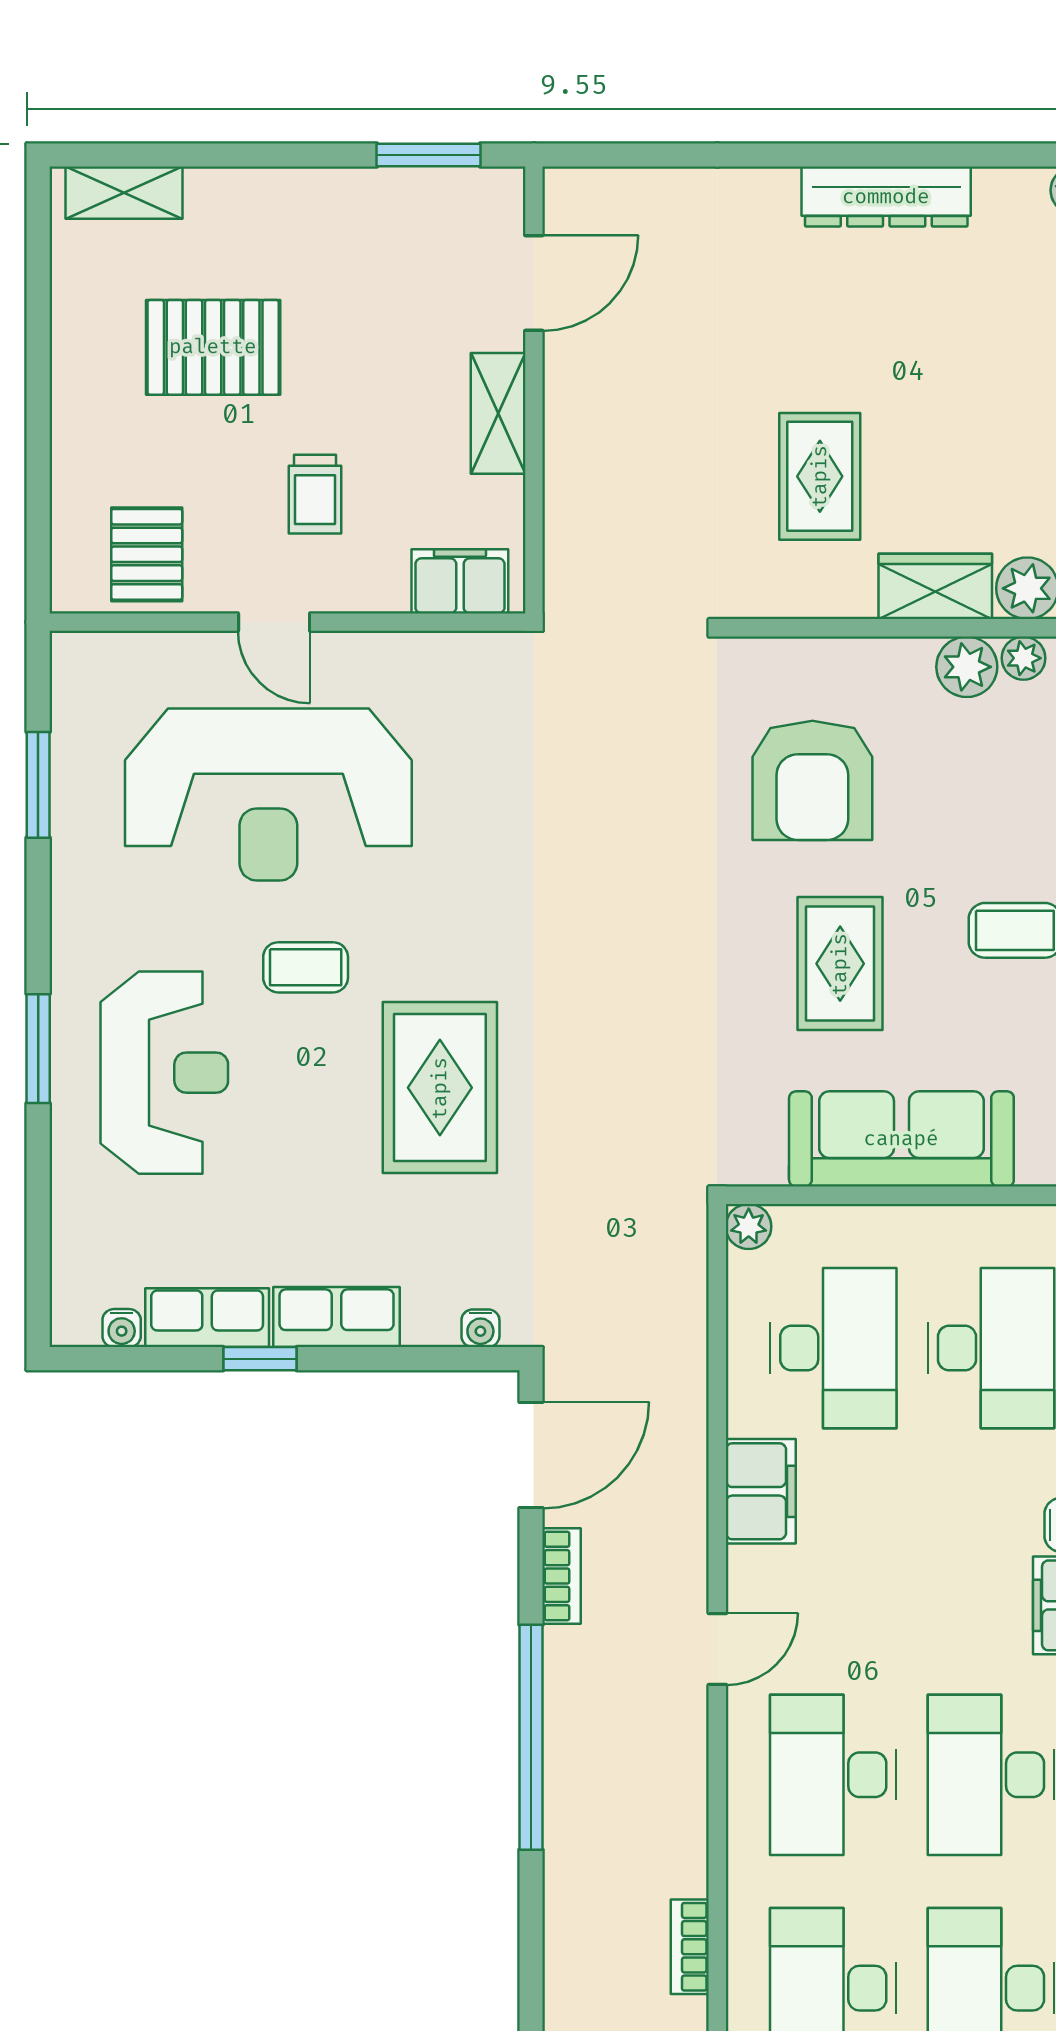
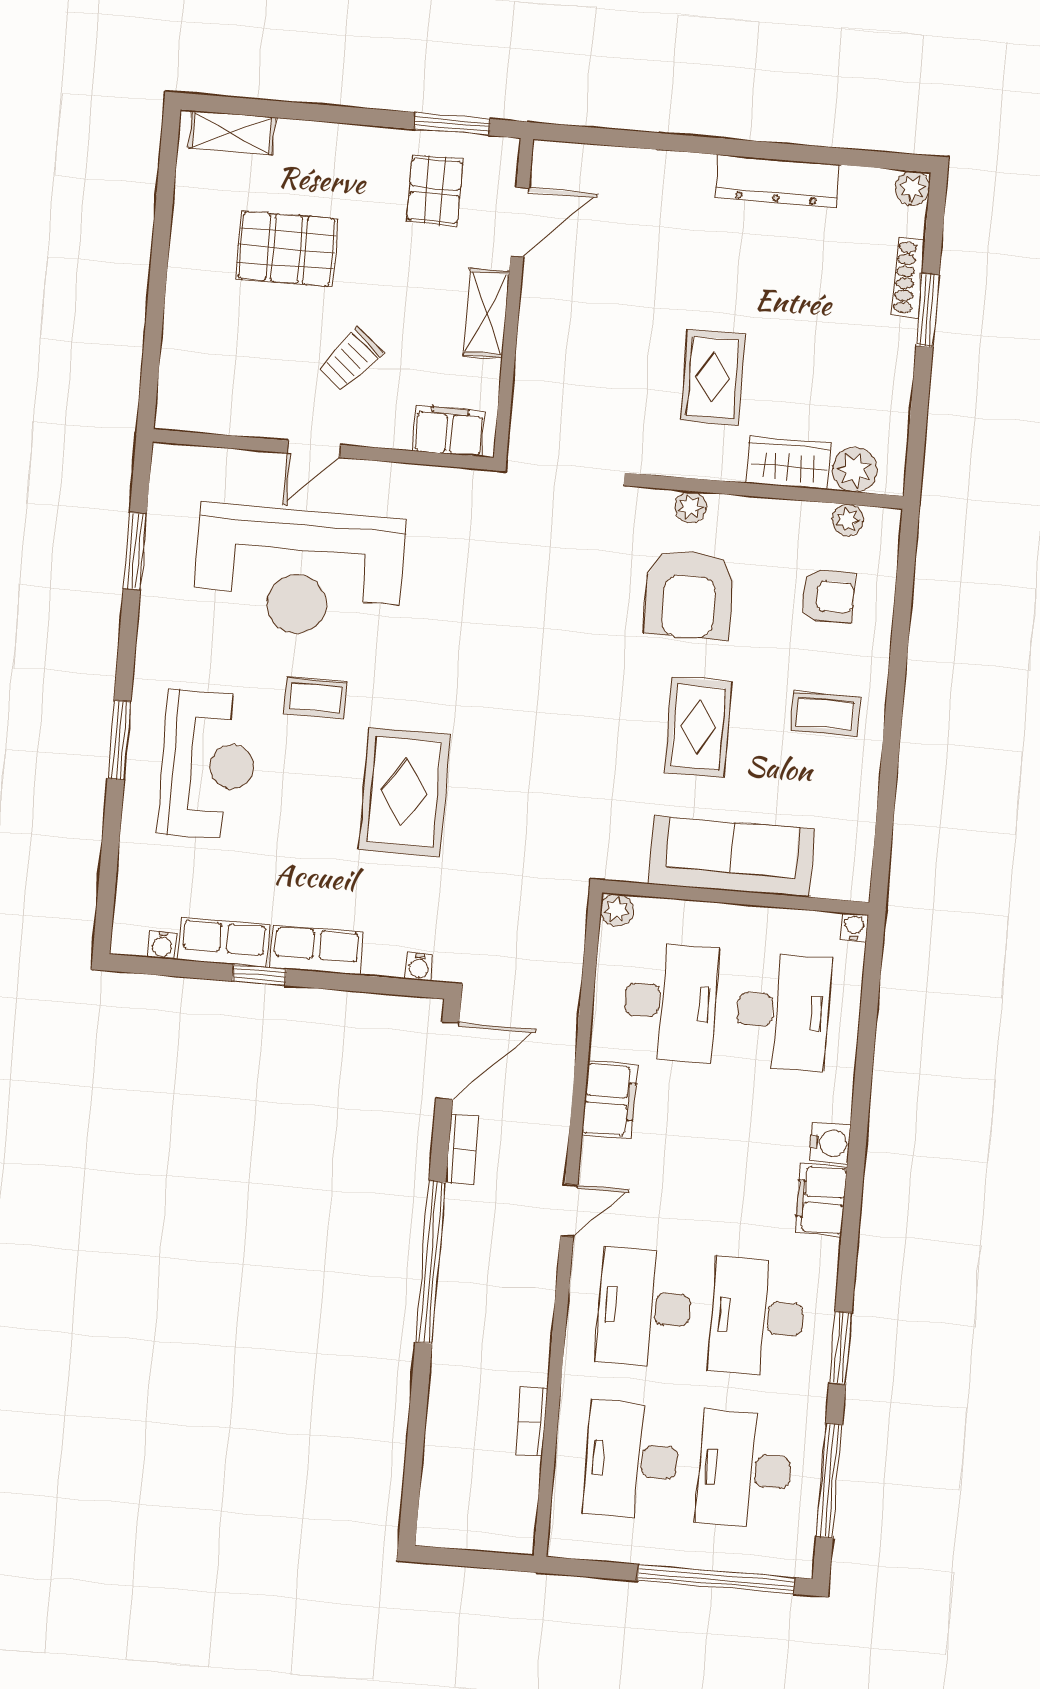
trolley: (315, 494) -> (351, 360), turned 41
pallet: (147, 554) -> (435, 191), moved
door: (274, 622) -> (314, 449), hinge flipped
plant: (967, 667) -> (690, 507), moved, width x0.73, depth x0.73
armchair: (1005, 766) -> (828, 596), added

